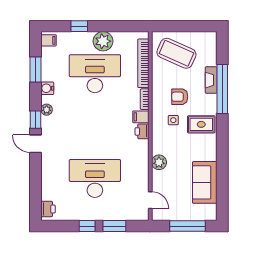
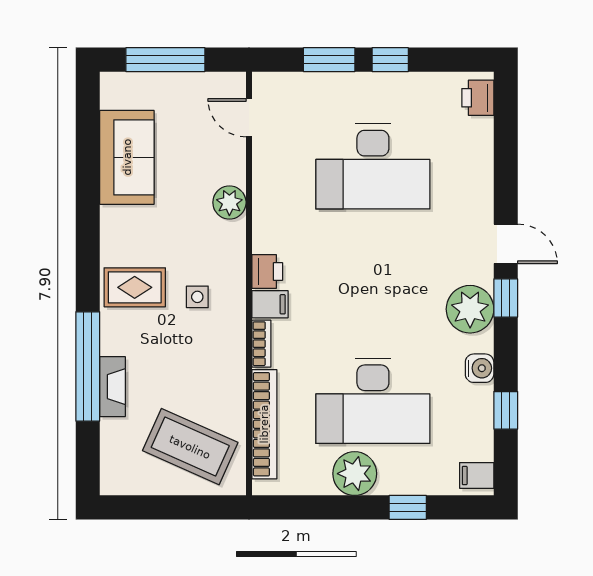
window: (36, 69) -> (506, 410), width x0.67
armchair: (180, 97) -> (183, 349), removed
plant: (47, 110) -> (470, 309), width x1.88, depth x1.88

